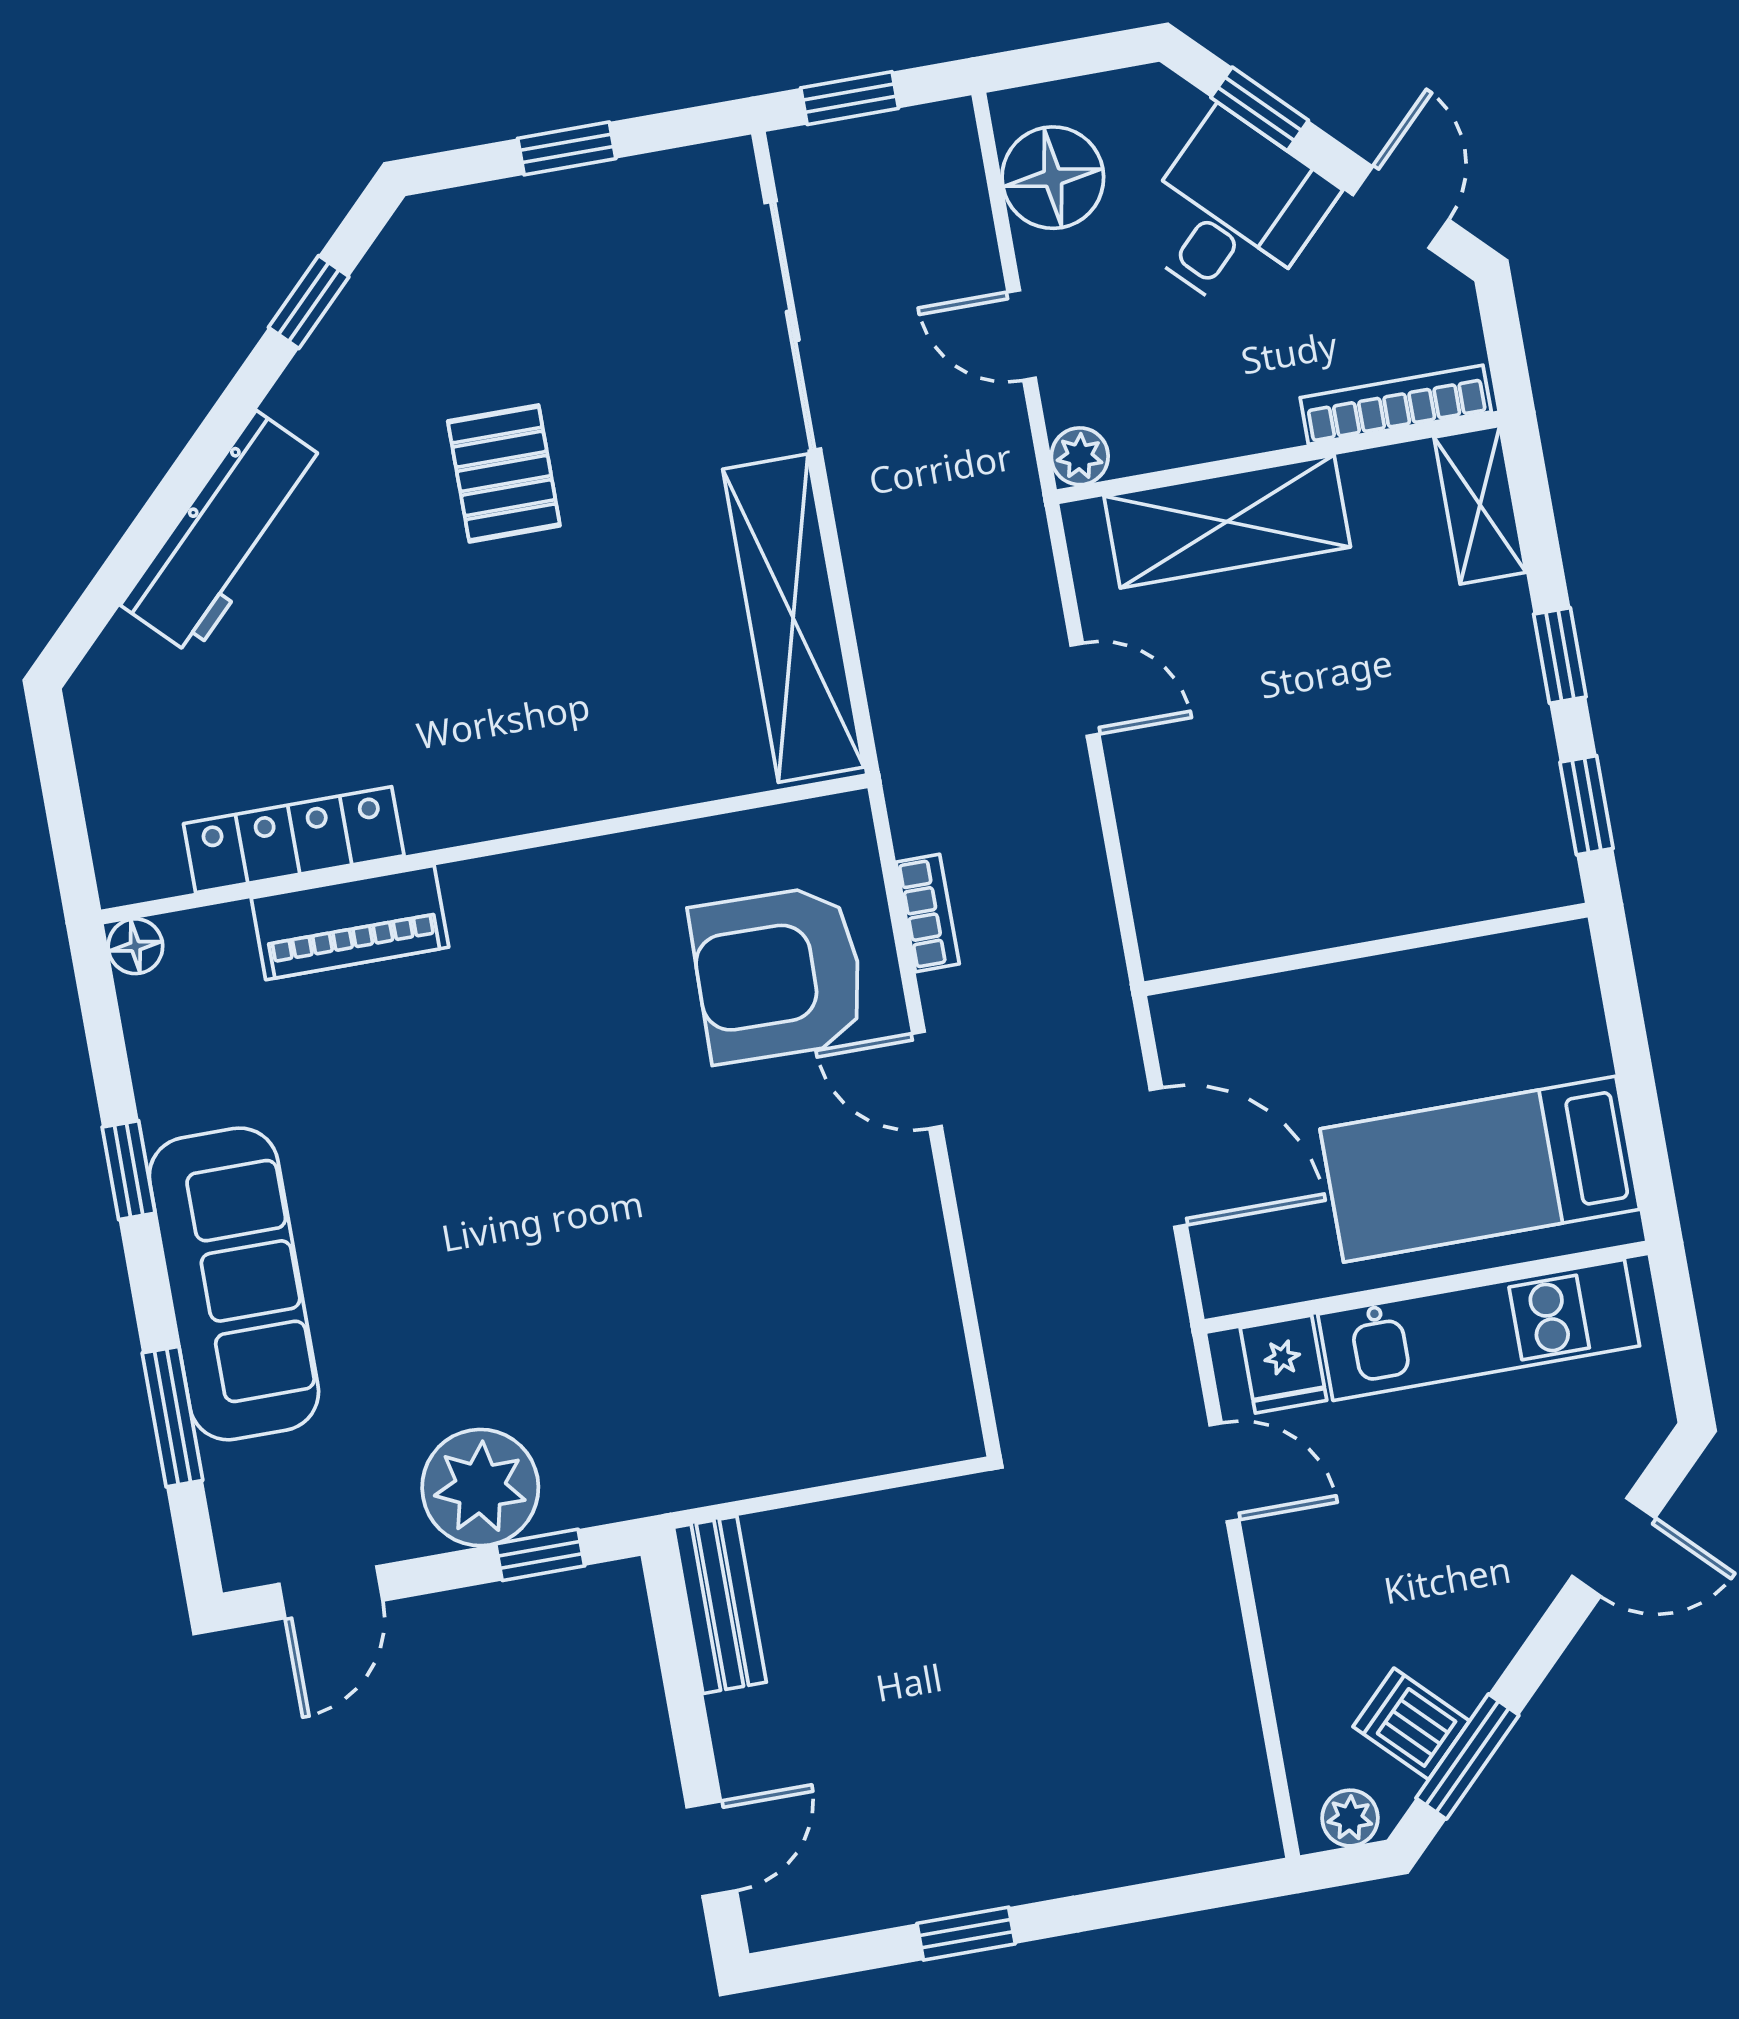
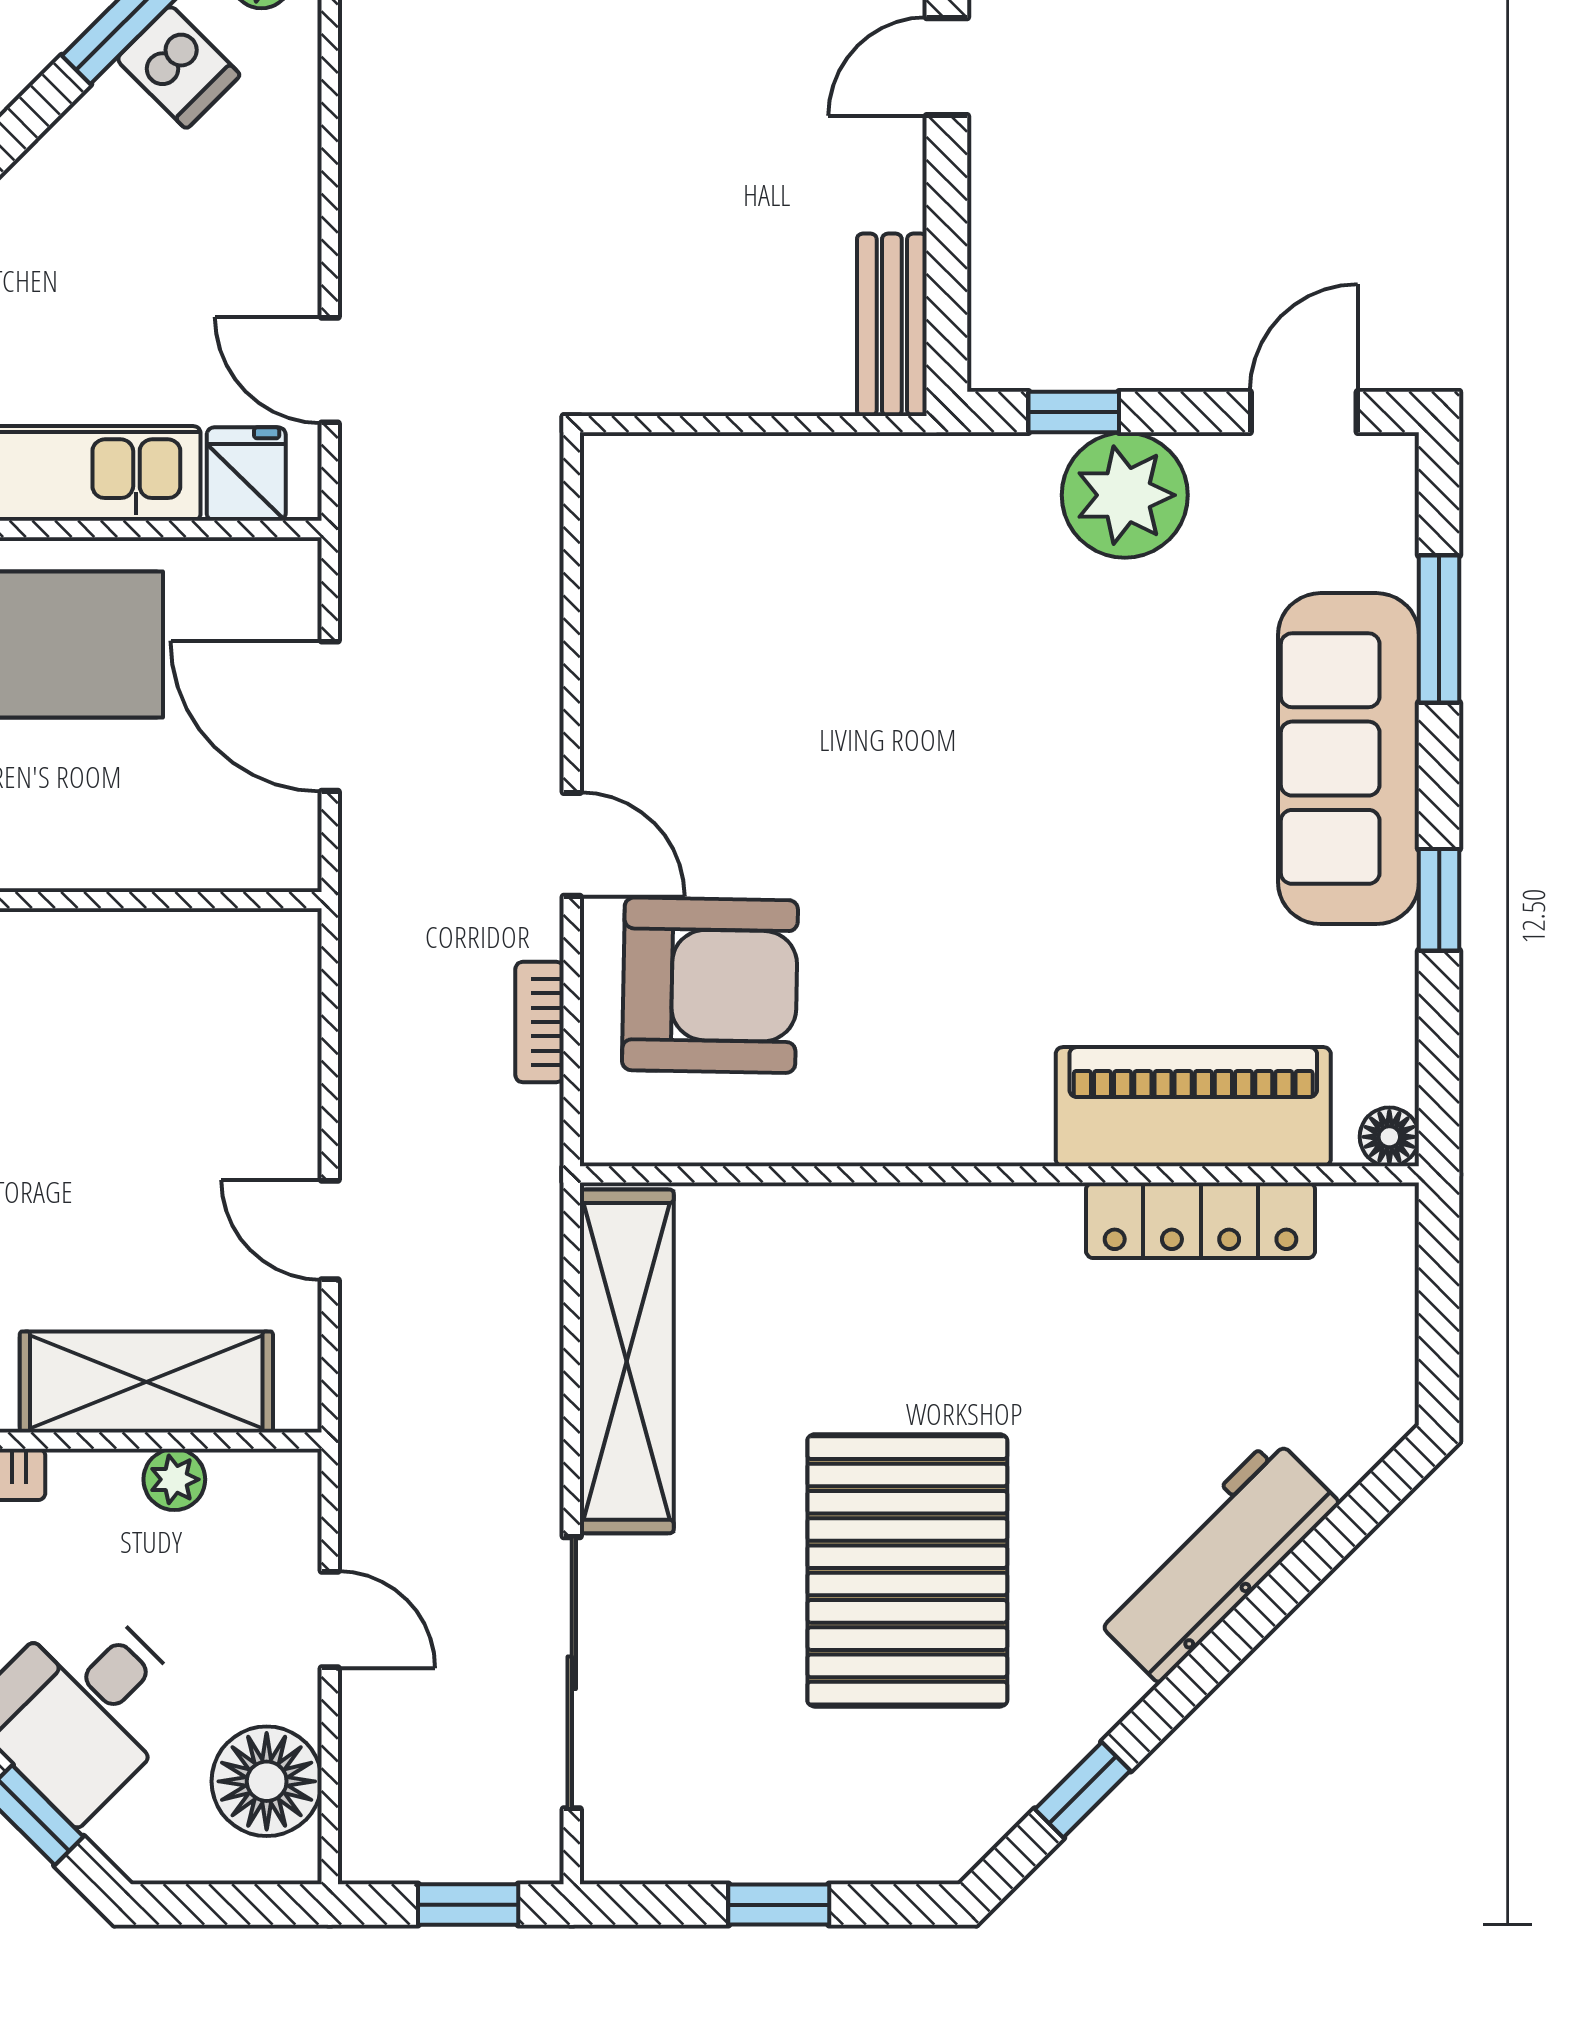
plant: (1080, 456) -> (174, 1479), moved
pallet: (504, 473) -> (907, 1570), width x2.05, depth x2.00
piano: (350, 923) -> (1193, 1107), width x1.37, depth x1.33

